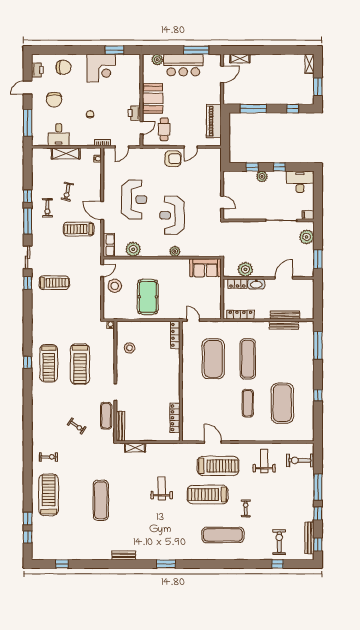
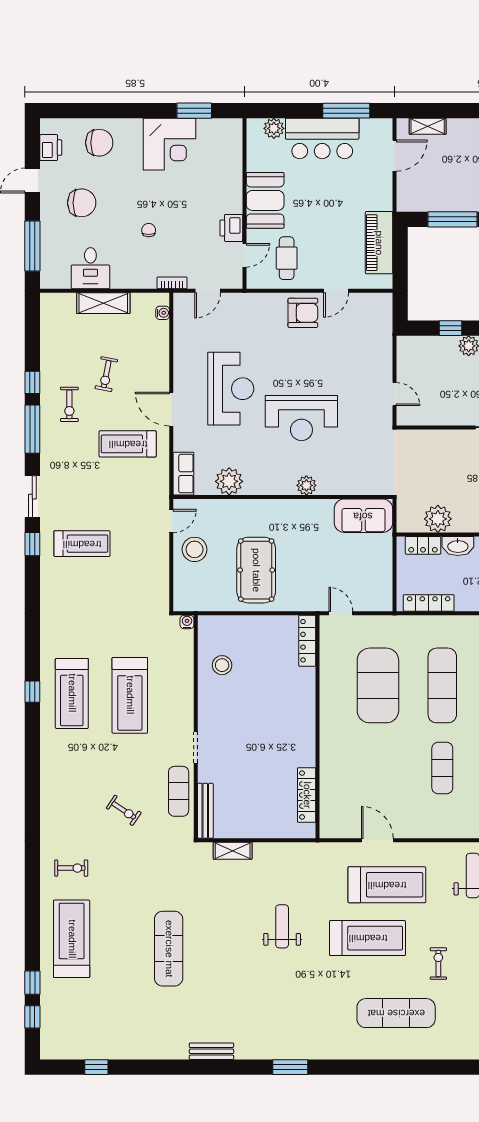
chair: (54, 100) -> (82, 203), turned -90
reception desk: (172, 215) -> (301, 418), turned -90
treadmill: (208, 495) -> (368, 938), turned 180

